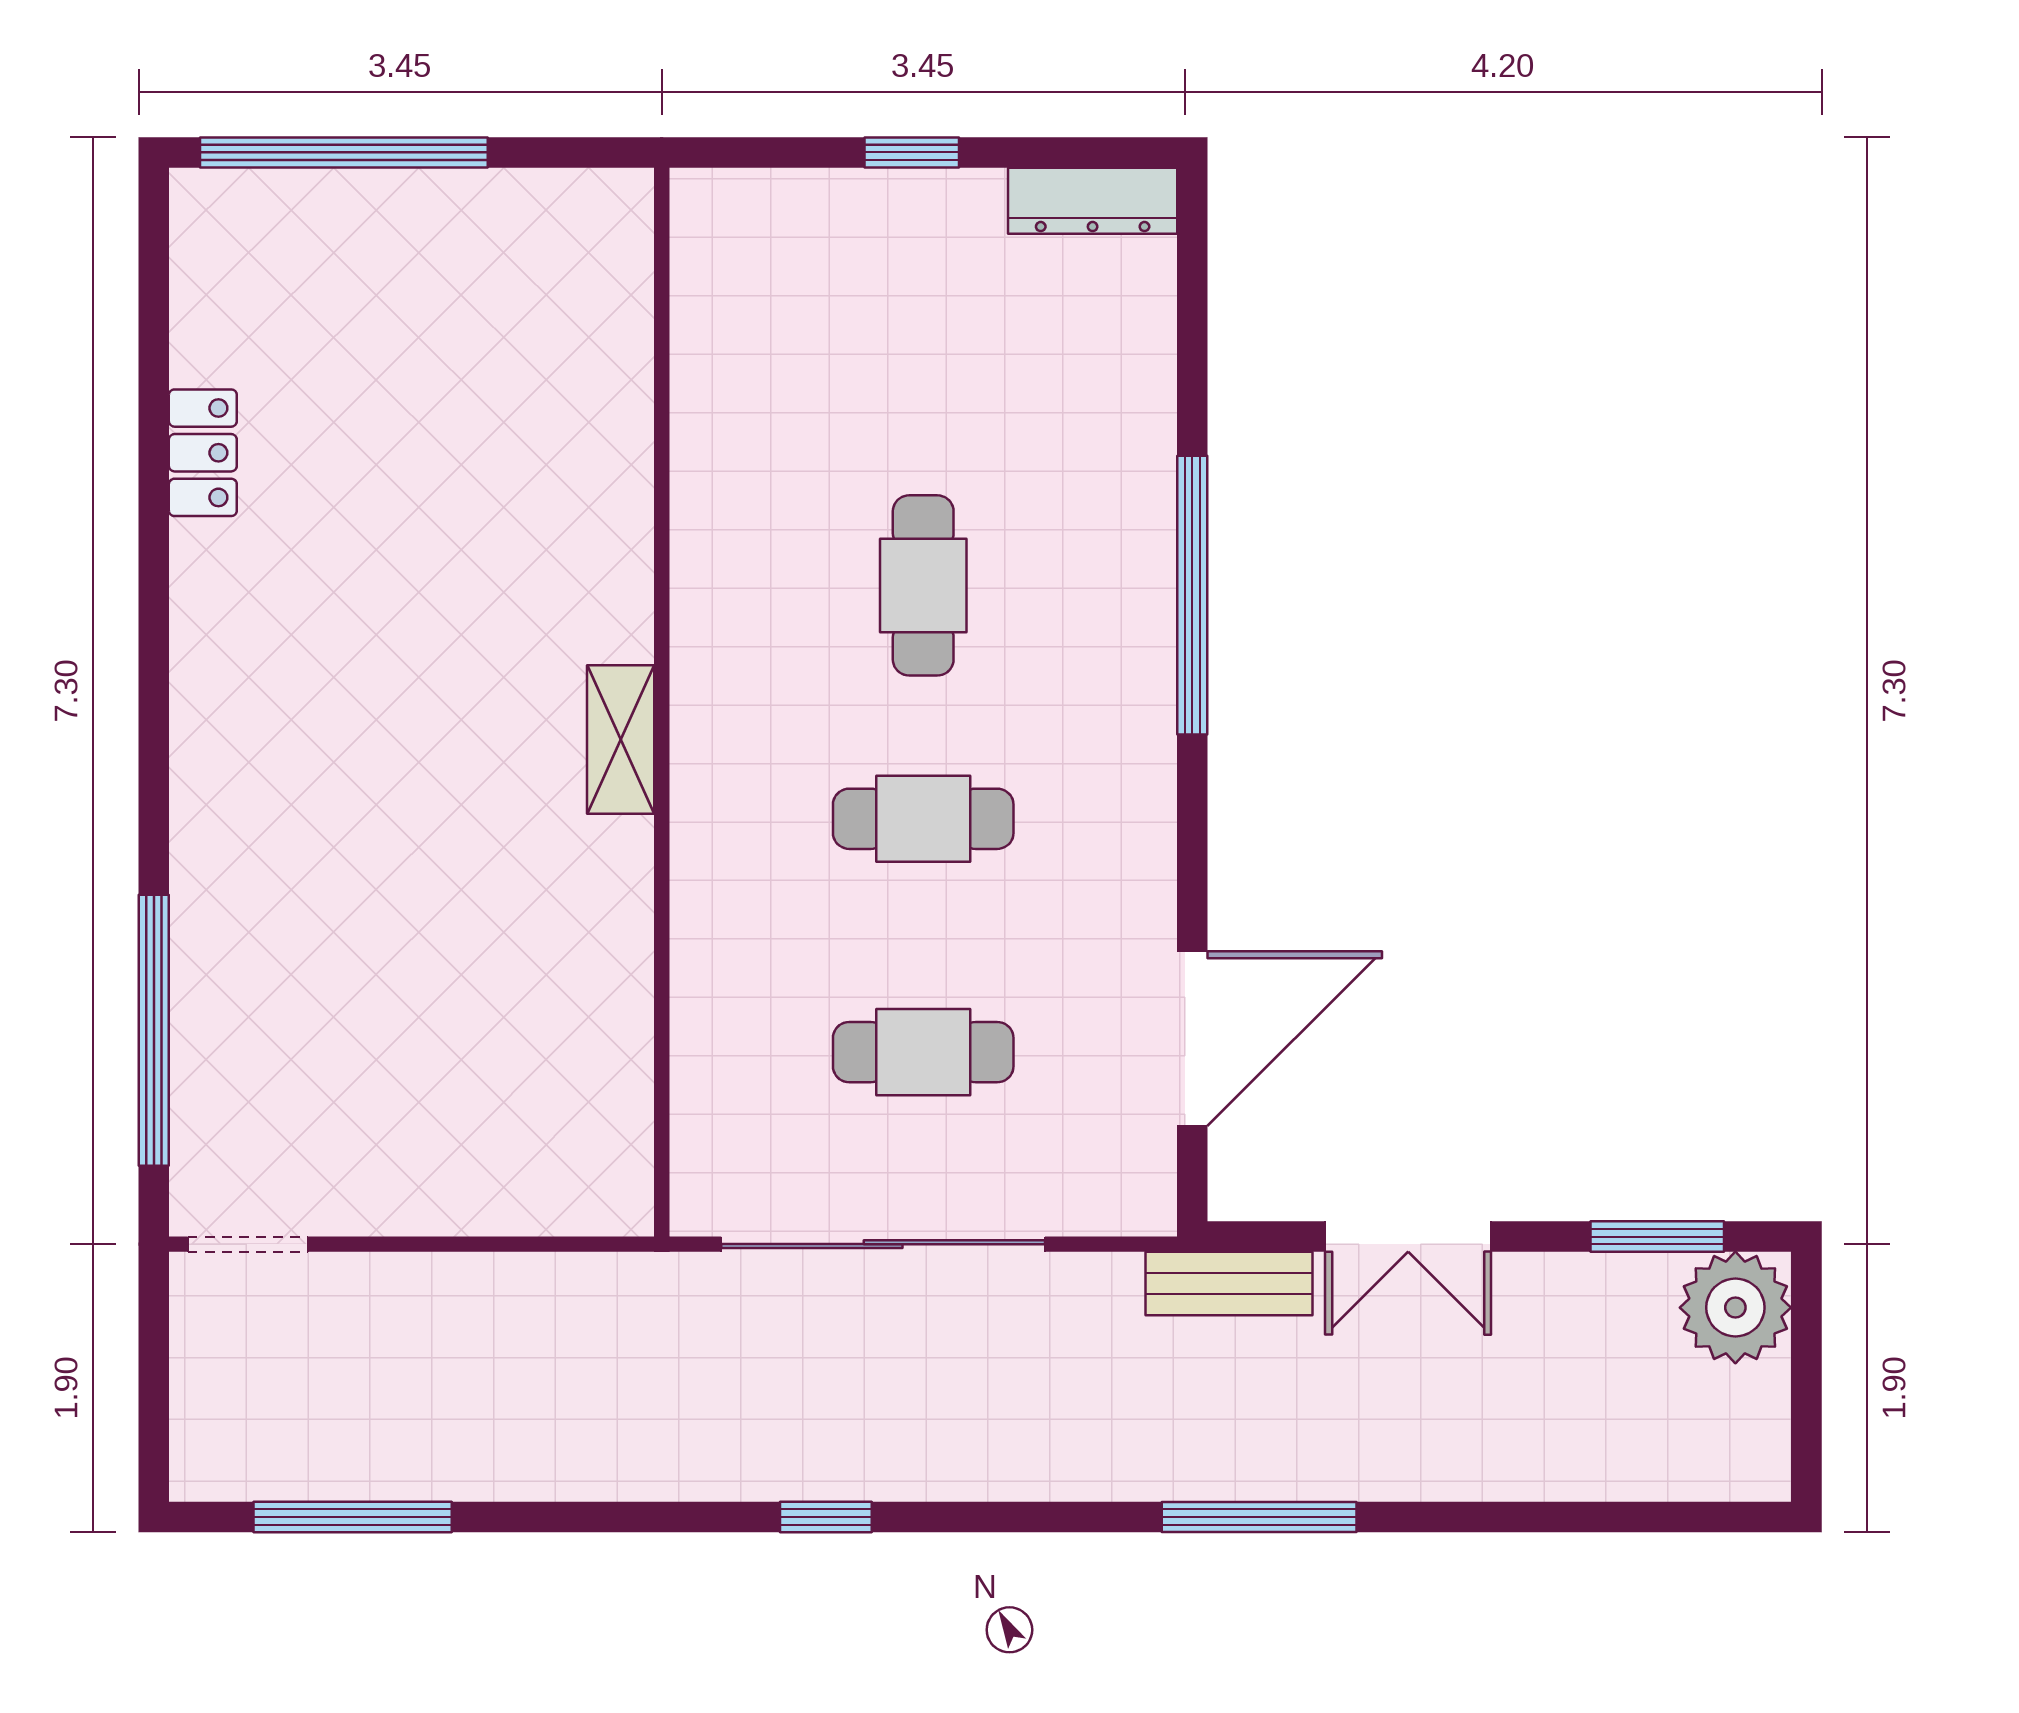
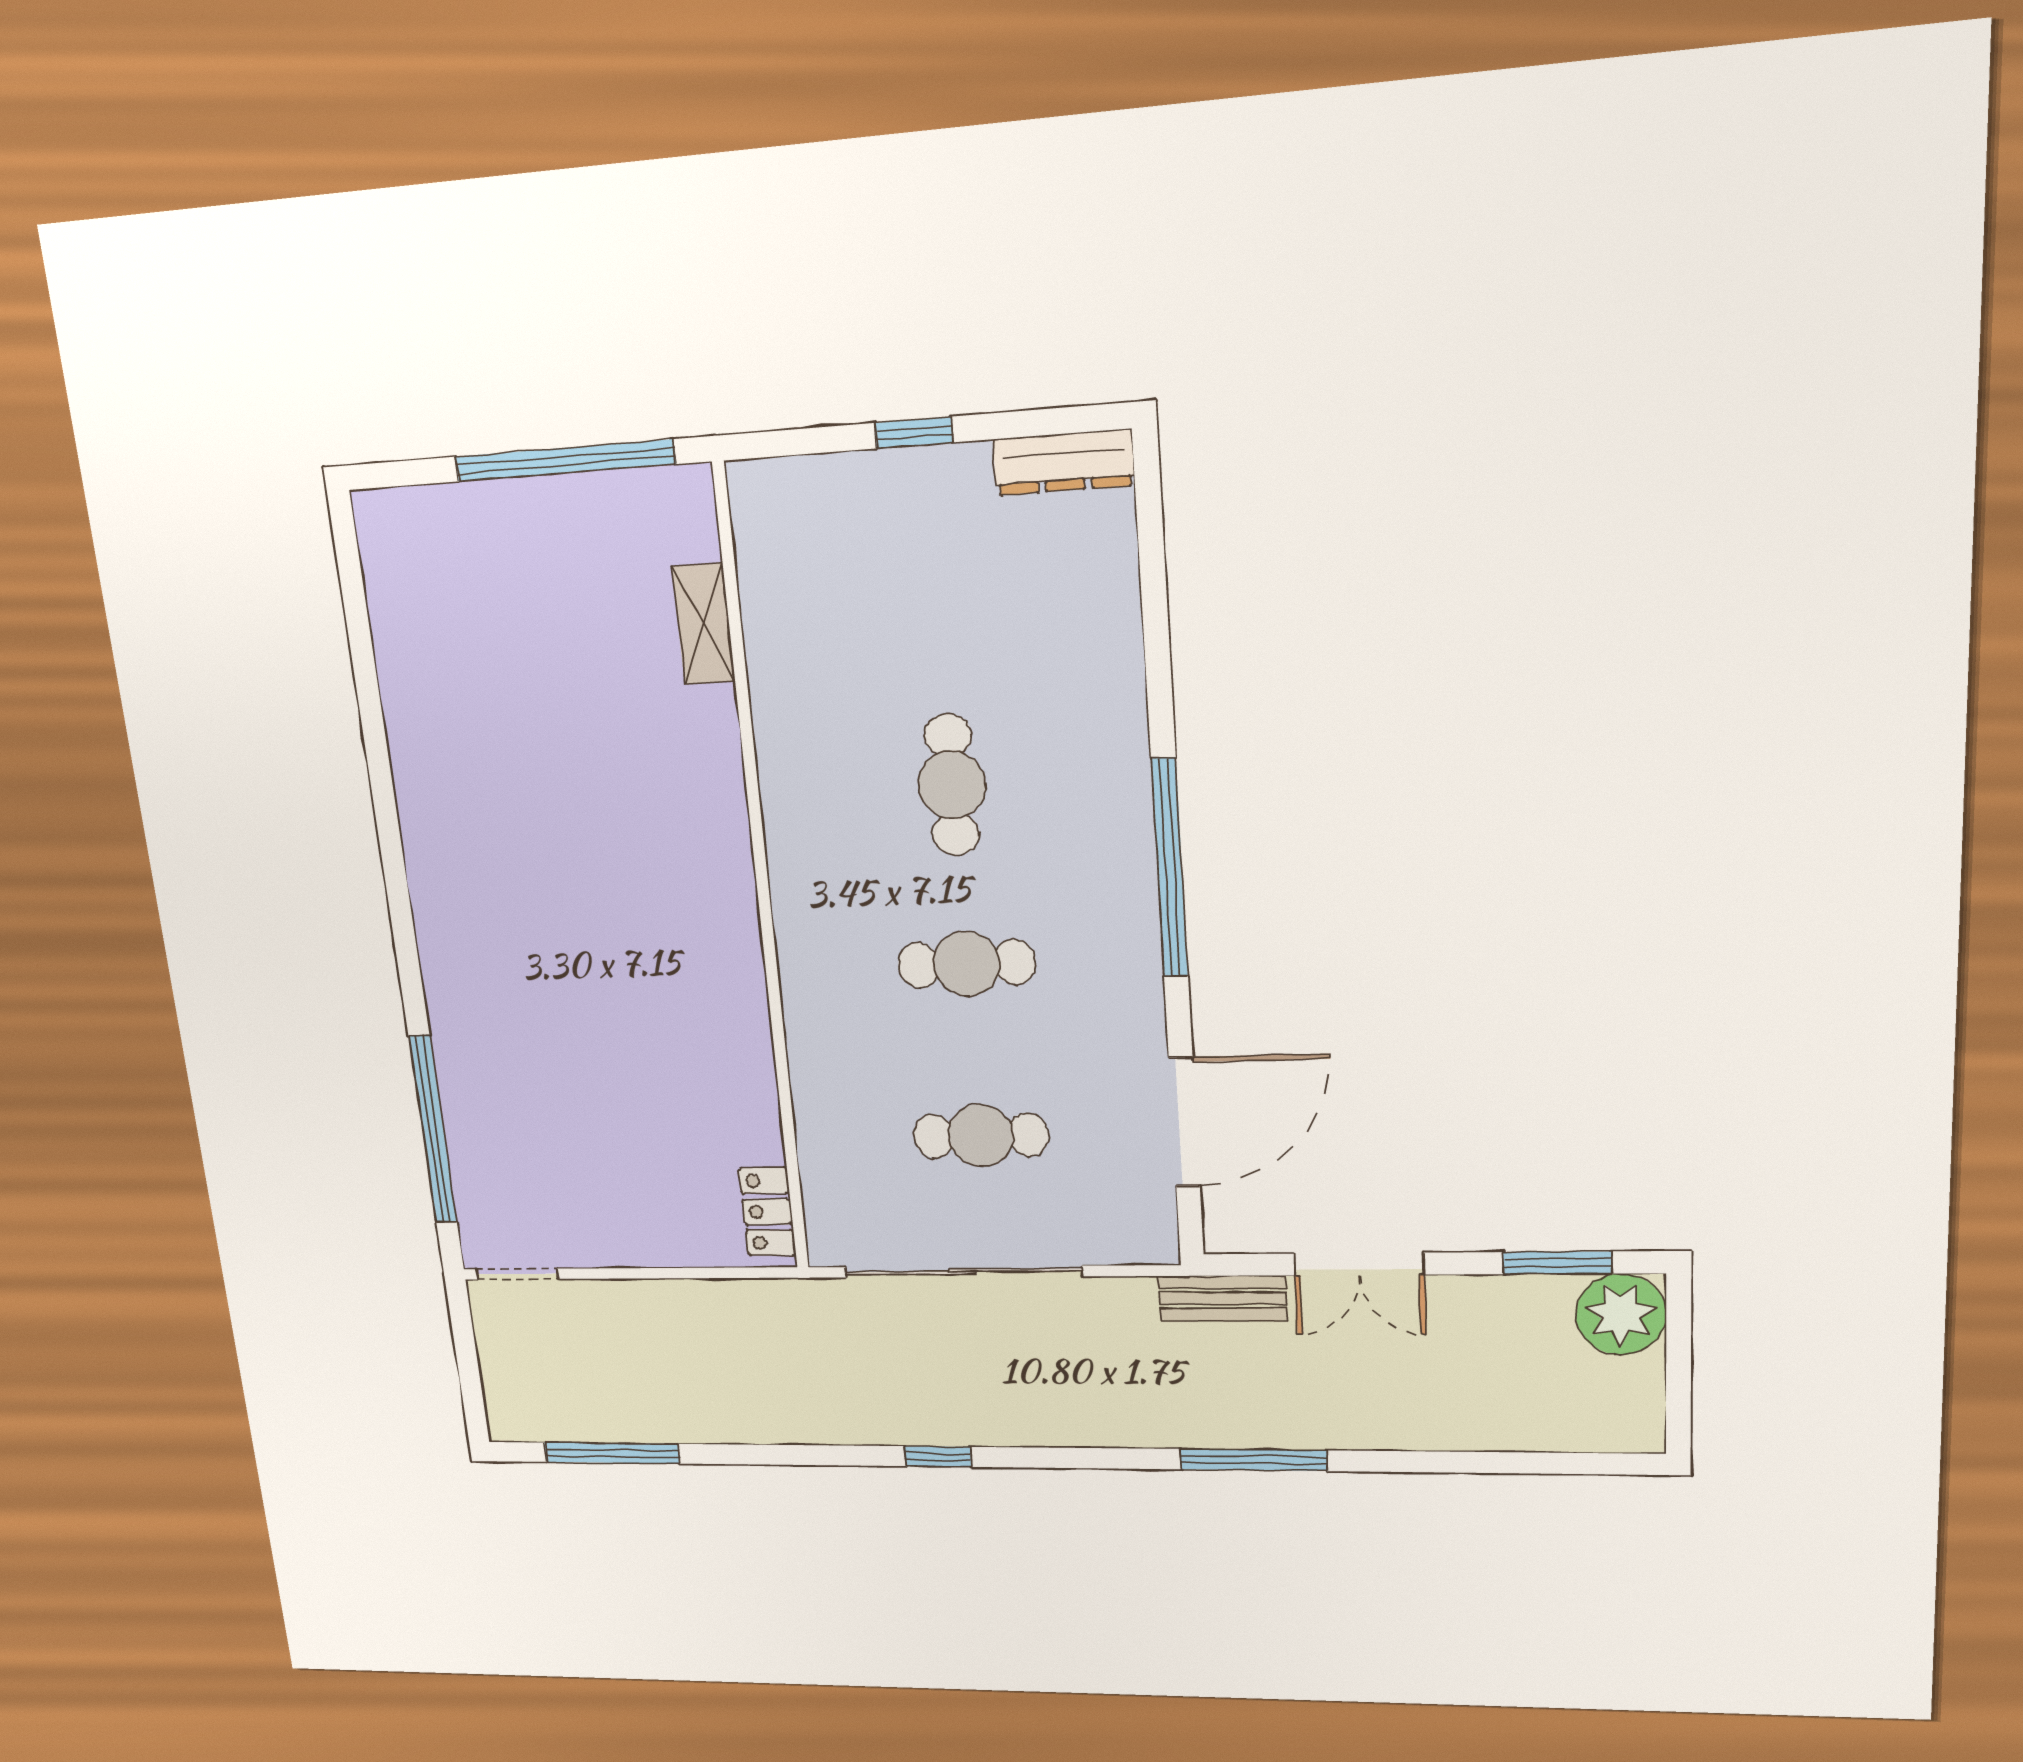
window: (344, 152) -> (565, 460), moved
locker: (203, 453) -> (767, 1212), moved, turned 180
window: (1192, 595) -> (1170, 868), moved
shelving: (621, 739) -> (704, 624), moved

